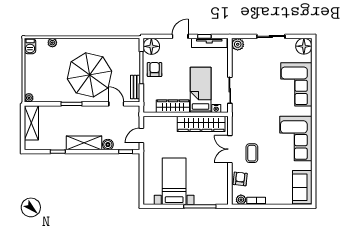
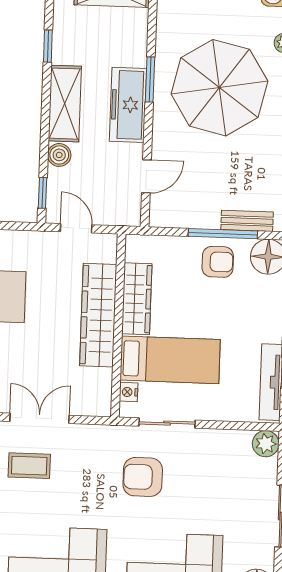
parasol: (90, 75) -> (219, 88), moved
bench: (135, 87) -> (247, 221), moved
armchair: (255, 101) -> (143, 477), added
freezer: (84, 114) -> (128, 105), added
wardrobe: (201, 124) -> (98, 315), moved

